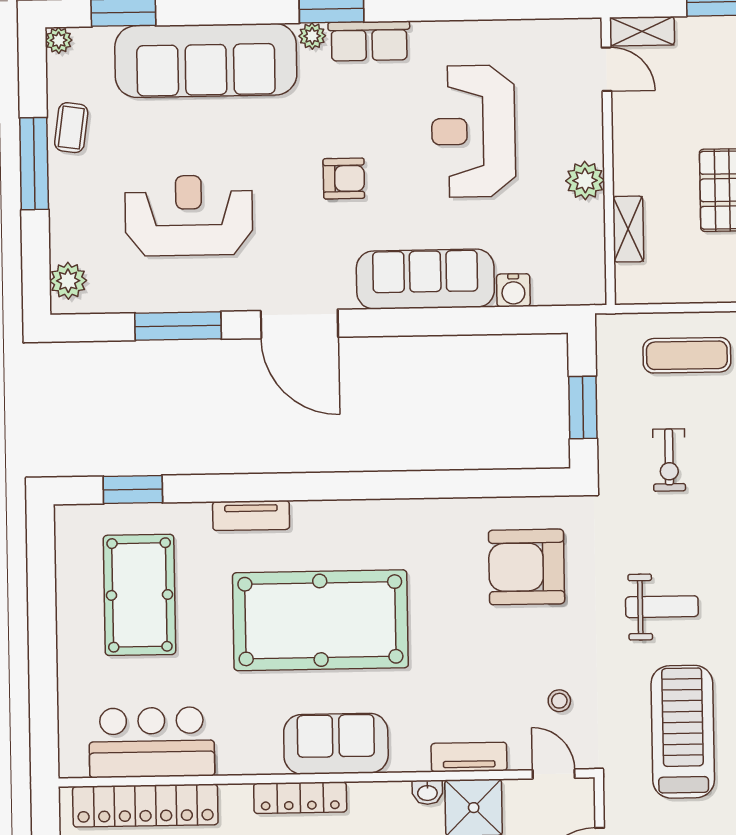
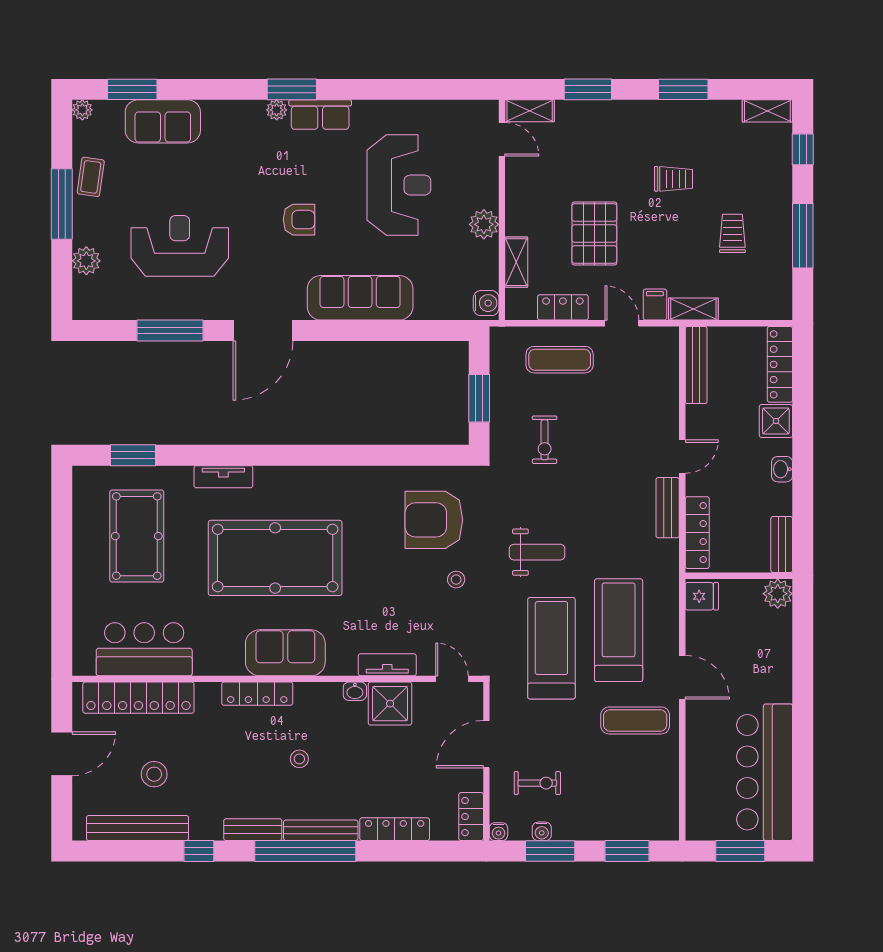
sofa: (206, 60) -> (163, 121), width x0.54, depth x0.79
reception desk: (473, 131) -> (399, 185), turned 180
plant: (68, 281) -> (86, 261), moved
locker: (690, 287) -> (563, 307), added
water cooler: (513, 290) -> (486, 303), moved, turned -90
door: (299, 324) -> (263, 330), hinge flipped
stool: (559, 701) -> (456, 580), moved

